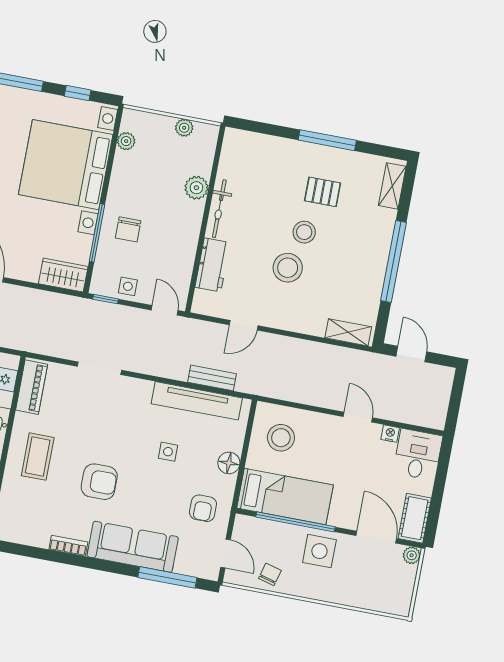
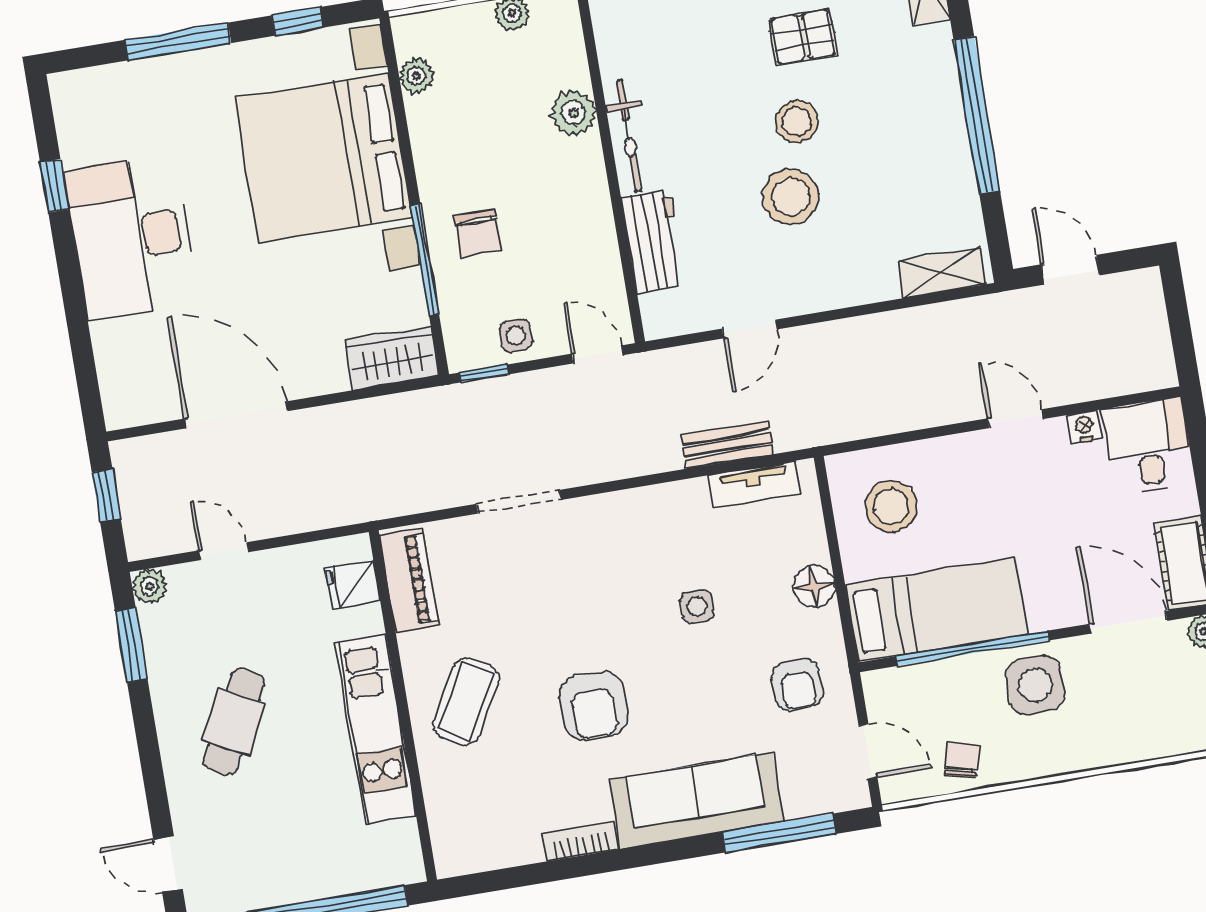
tv unit: (197, 401) -> (754, 485), width x0.52, depth x0.78
coffee table: (38, 457) -> (466, 701), turned 30
armchair: (99, 482) -> (593, 706), turned 90

